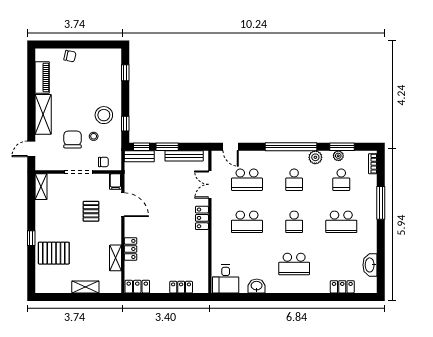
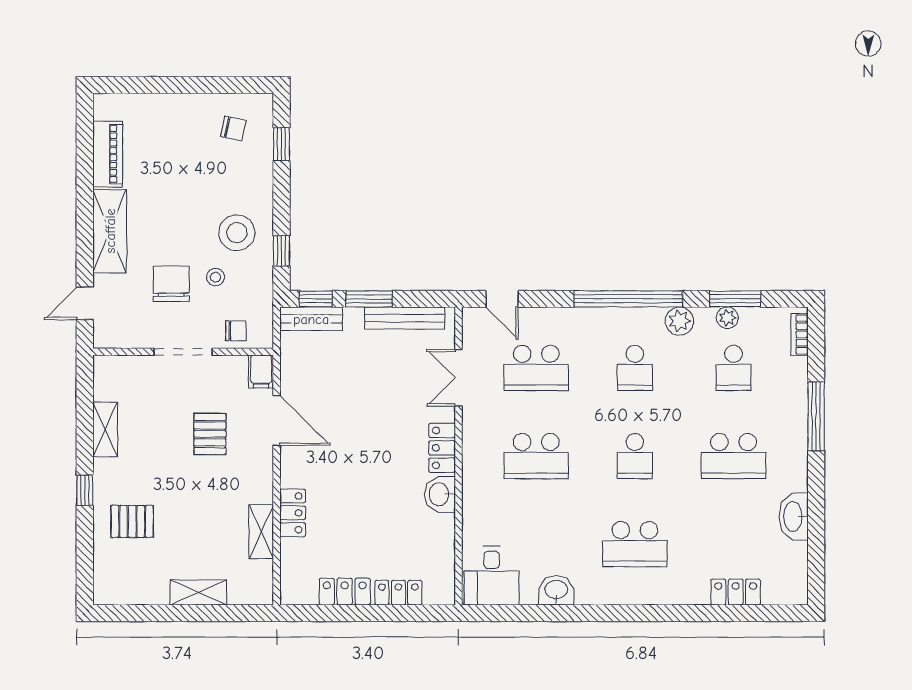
chair: (70, 56) -> (233, 128), moved
shelving: (41, 187) -> (105, 430), moved
washbasin: (201, 240) -> (440, 494), added
pallet: (54, 253) -> (132, 521), width x0.67, depth x0.71
washbasin: (370, 265) -> (794, 517), moved
locker: (137, 287) -> (345, 592), moved

